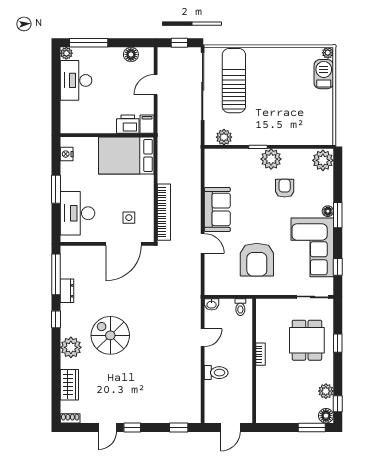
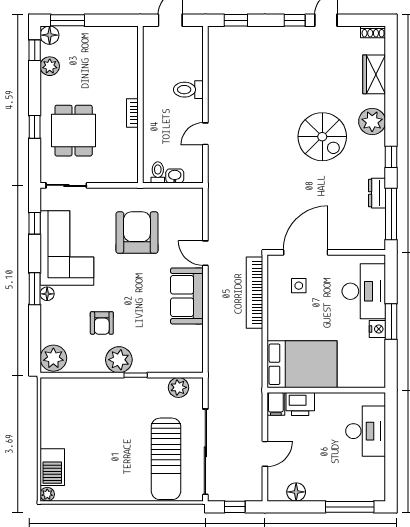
plant: (66, 53) -> (378, 494), removed
desk: (76, 80) -> (366, 431), moved
nightstand: (67, 154) -> (377, 329), moved
washbasin: (212, 304) -> (175, 176), moved

